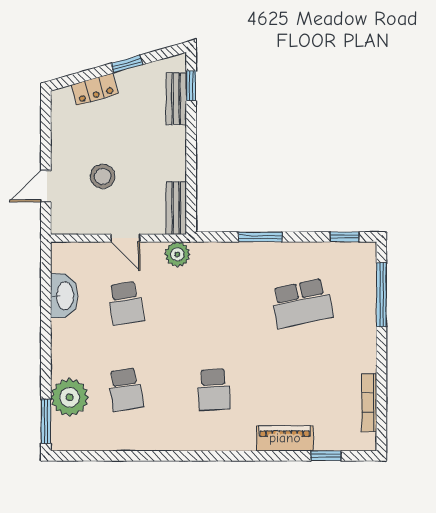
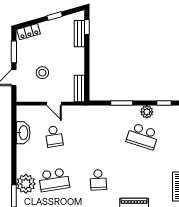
locker: (95, 89) -> (29, 32), moved
window: (46, 135) -> (14, 52), added
plant: (177, 254) -> (147, 112), moved
school desk: (302, 303) -> (143, 136), turned 30
school desk: (126, 390) -> (54, 180), width x1.85

